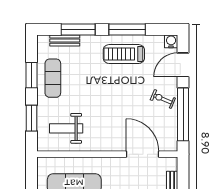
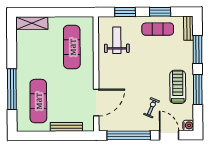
bench: (65, 41) -> (188, 28), moved
exercise bike: (163, 99) -> (152, 108), moved

